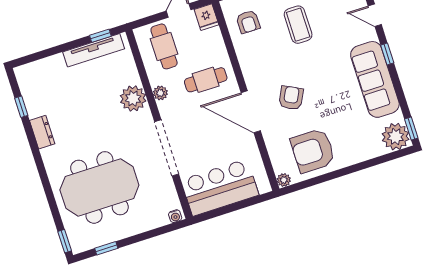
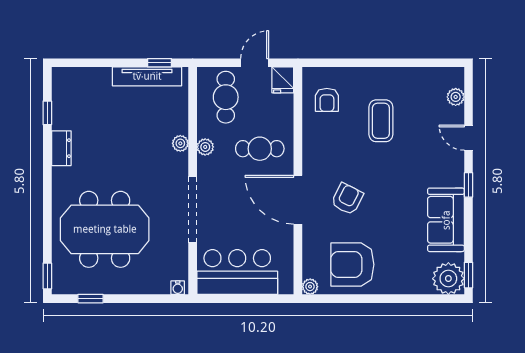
sofa: (375, 79) -> (446, 220), width x0.73
plant: (133, 98) -> (180, 143), width x0.53, depth x0.53

